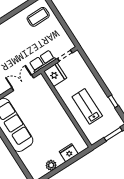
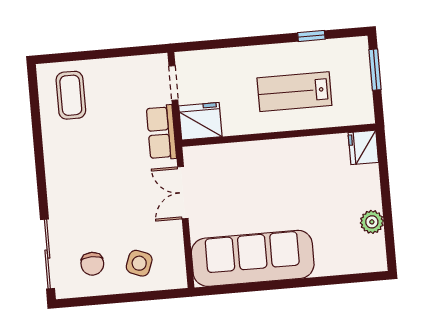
fridge: (69, 153) -> (363, 147), moved

